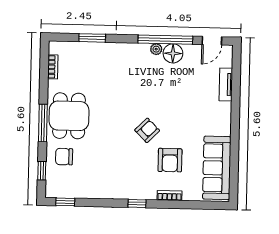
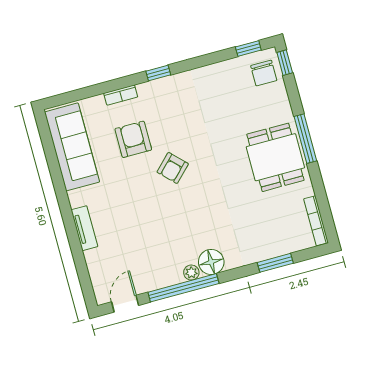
floor lamp: (173, 53) -> (211, 262), moved
bookcase: (53, 67) -> (316, 221), width x1.56
tv unit: (226, 84) -> (84, 228), moved
chair: (64, 157) -> (264, 73), moved, turned 90
window: (42, 171) -> (285, 63), moved

